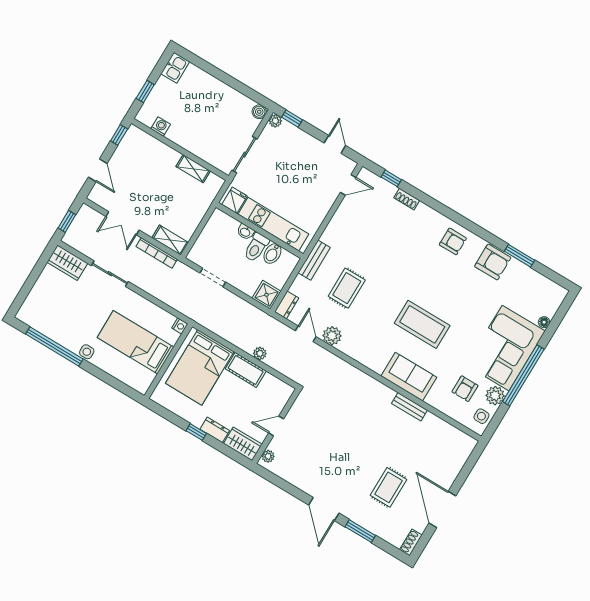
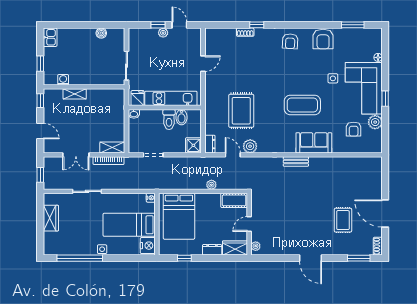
boiler: (259, 112) -> (101, 33), moved
window: (292, 119) -> (158, 25), moved
plant: (275, 121) -> (163, 33), moved
shelving: (193, 169) -> (75, 94), moved
window: (391, 178) -> (257, 25), moved
door: (348, 185) -> (203, 64), moved
washbasin: (245, 232) -> (134, 114), moved
armchair: (453, 241) -> (290, 41), turned 93
window: (520, 256) -> (353, 25), moved
bench: (314, 260) -> (210, 106), removed
armchair: (493, 262) -> (323, 39), turned 90
wardrobe: (67, 263) -> (51, 218), moved, turned -90
rug: (347, 288) -> (241, 111), width x1.36, depth x1.43
cot: (246, 370) -> (234, 200), moved
window: (523, 375) -> (385, 99), width x0.32
nightstand: (143, 380) -> (148, 246), added
bench: (409, 407) -> (296, 162), moved
side table: (481, 416) -> (333, 78), moved
window: (196, 432) -> (184, 258), moved
window: (360, 531) -> (359, 258), moved

